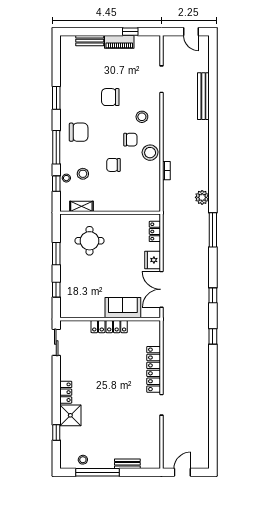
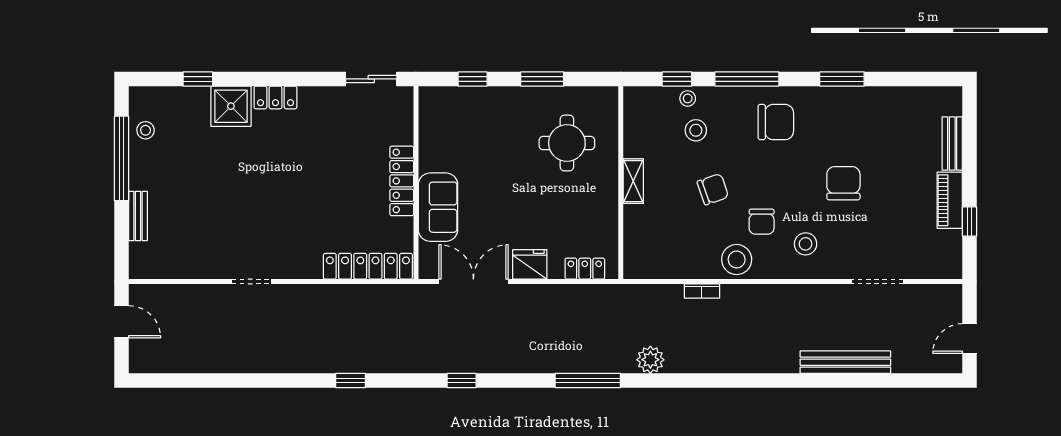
chair: (79, 132) -> (776, 122), turned -90
chair: (113, 165) -> (713, 189), turned 71
shelving: (81, 206) -> (633, 181), moved
window: (213, 336) -> (351, 380), moved
locker: (154, 369) -> (368, 266), moved

